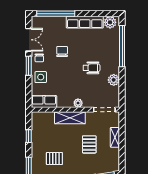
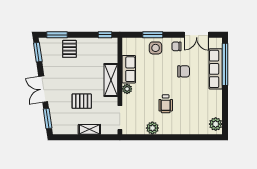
row of seats: (85, 22) -> (216, 69), moved
window: (122, 46) -> (189, 137), removed
window: (29, 66) -> (153, 35), moved
row of seats: (44, 101) -> (129, 69), moved
window: (29, 136) -> (105, 35), moved
pallet: (54, 159) -> (69, 49), moved

